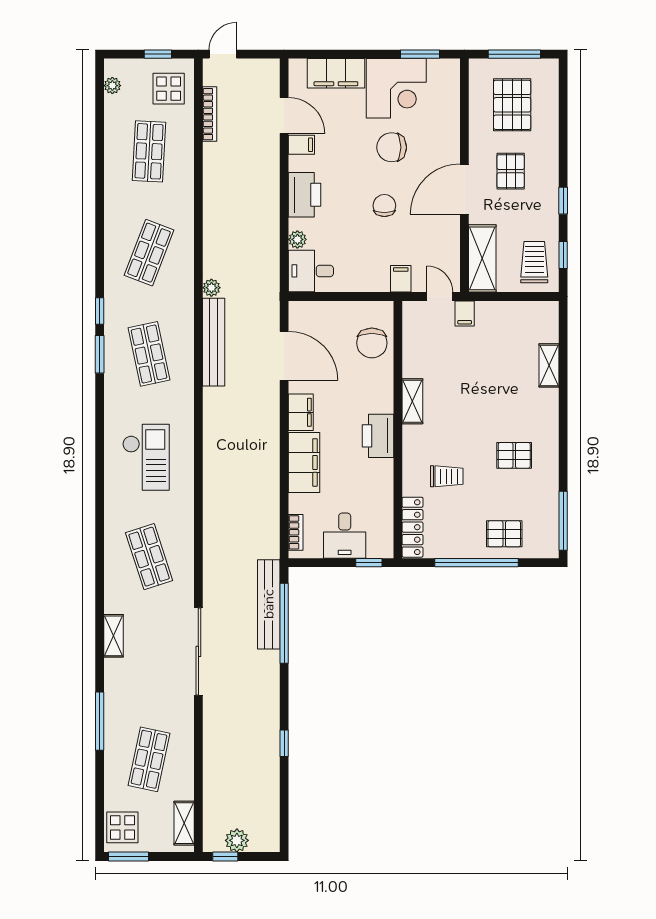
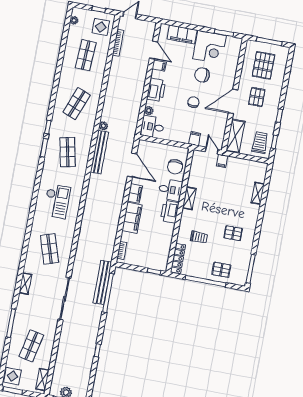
desk: (345, 536) -> (170, 190), moved, turned -90

